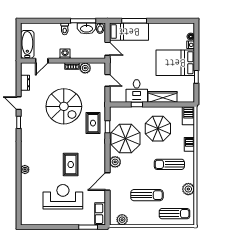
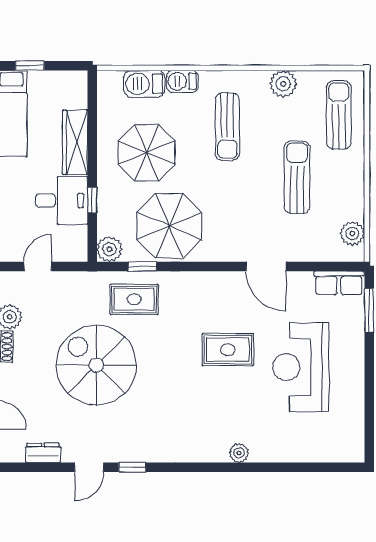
spiral stairs: (64, 106) -> (96, 365), turned -90
barbecue: (188, 116) -> (144, 84), moved
plant: (115, 162) -> (109, 249), moved

